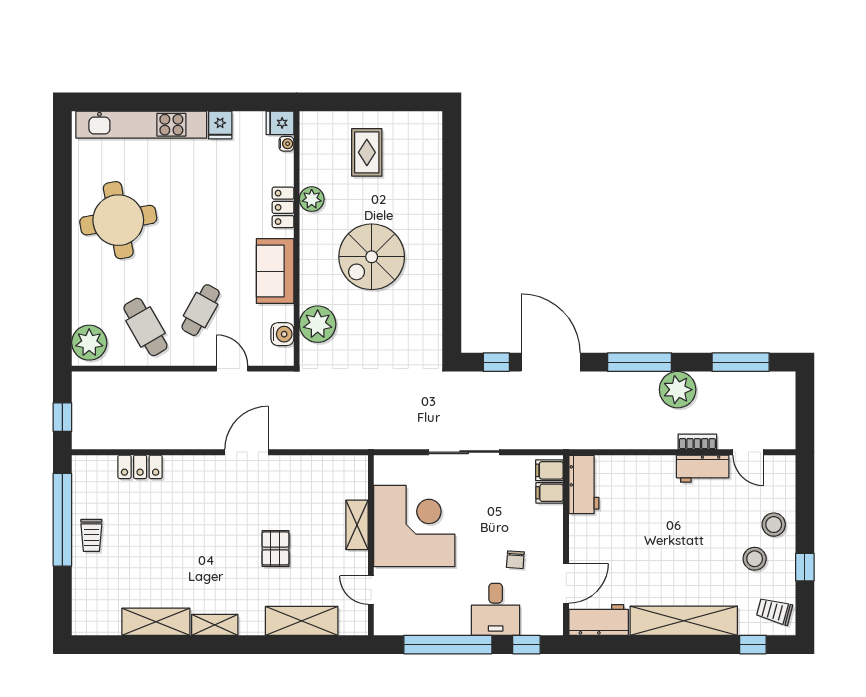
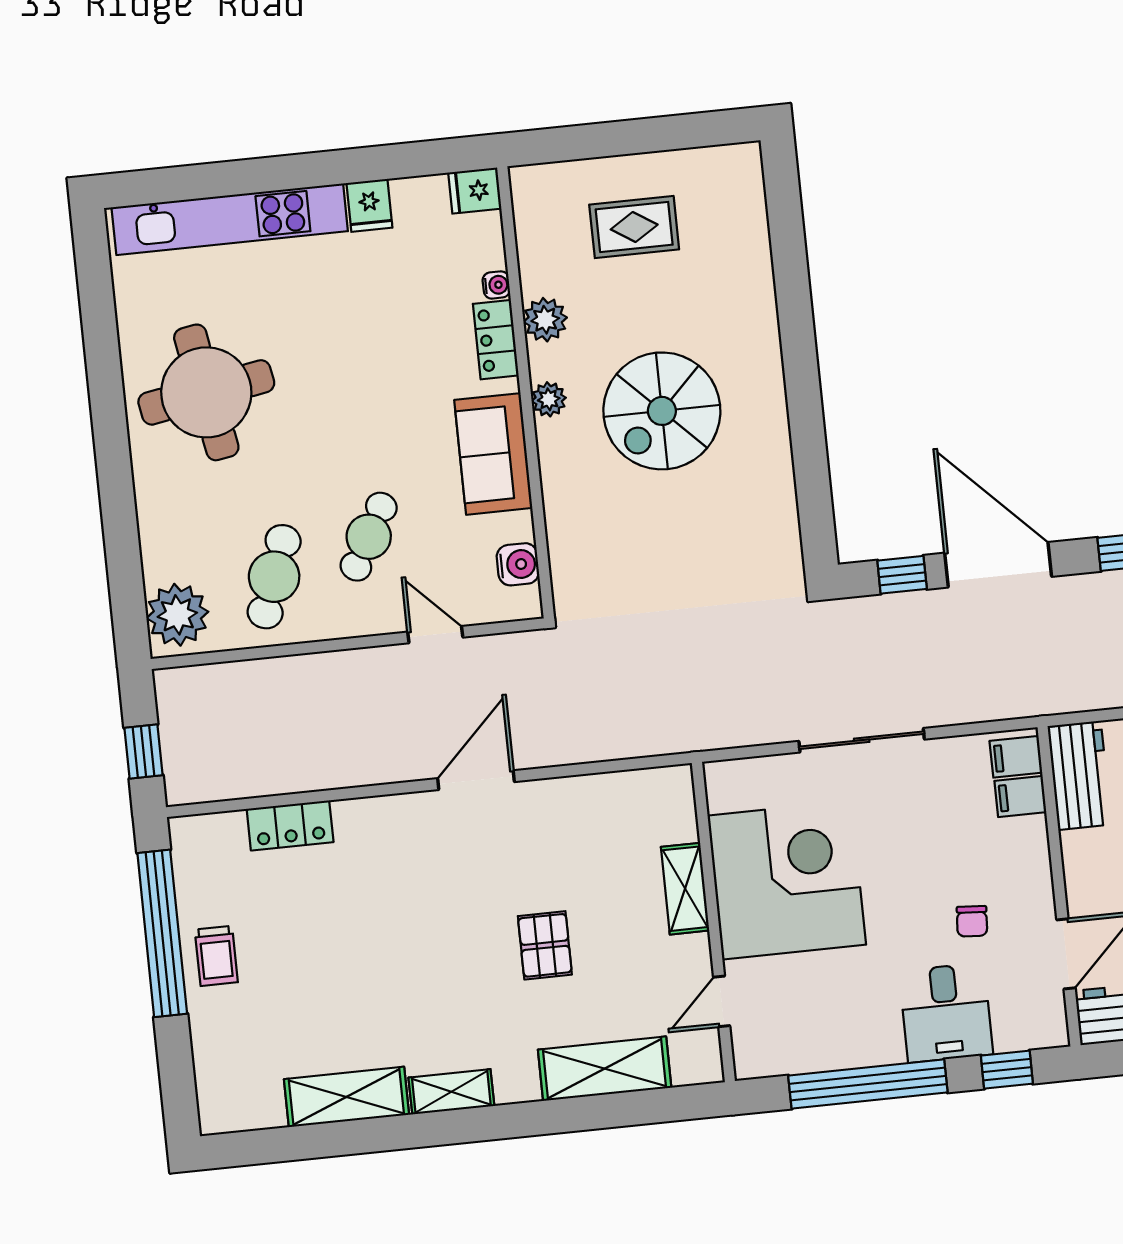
water cooler: (286, 144) -> (496, 285), moved
rug: (367, 152) -> (634, 227), turned 90
plant: (318, 324) -> (549, 399), moved, width x0.53, depth x0.53
cafe table: (145, 327) -> (274, 577), turned 50
door: (371, 590) -> (722, 1001), hinge flipped

